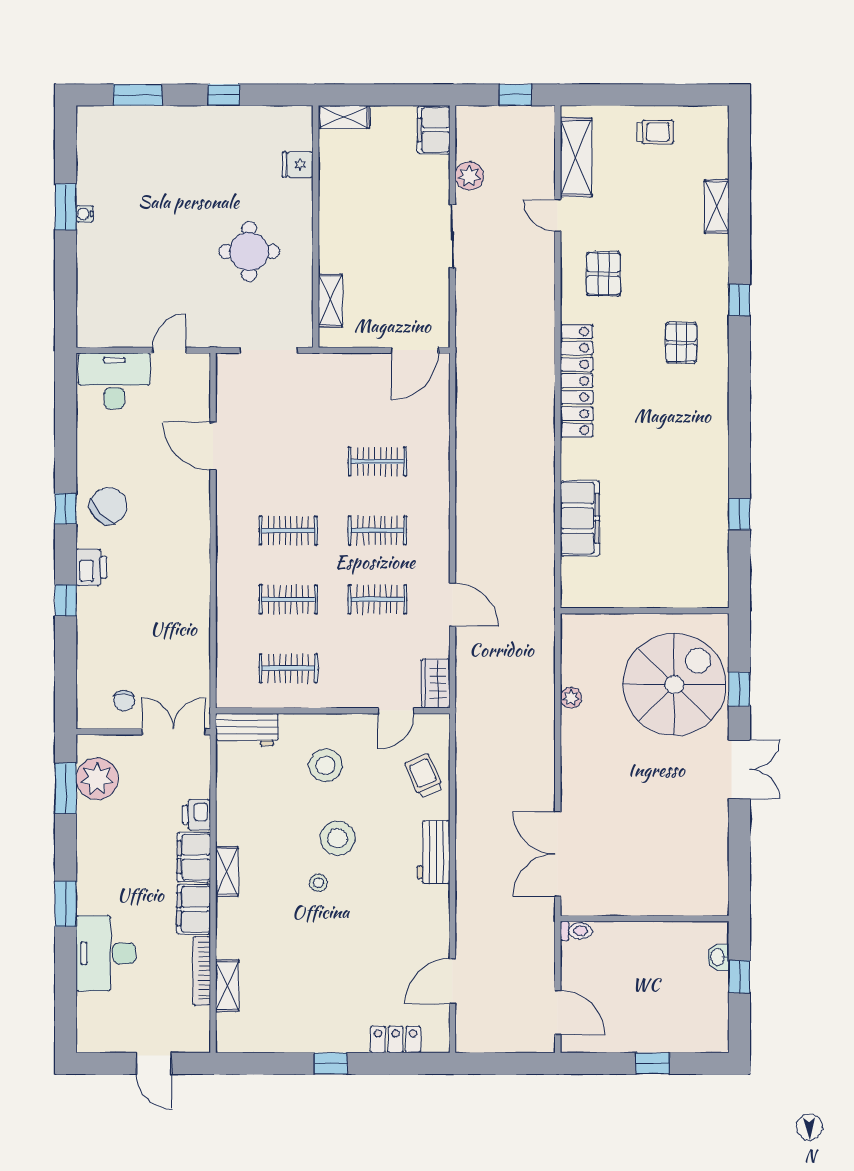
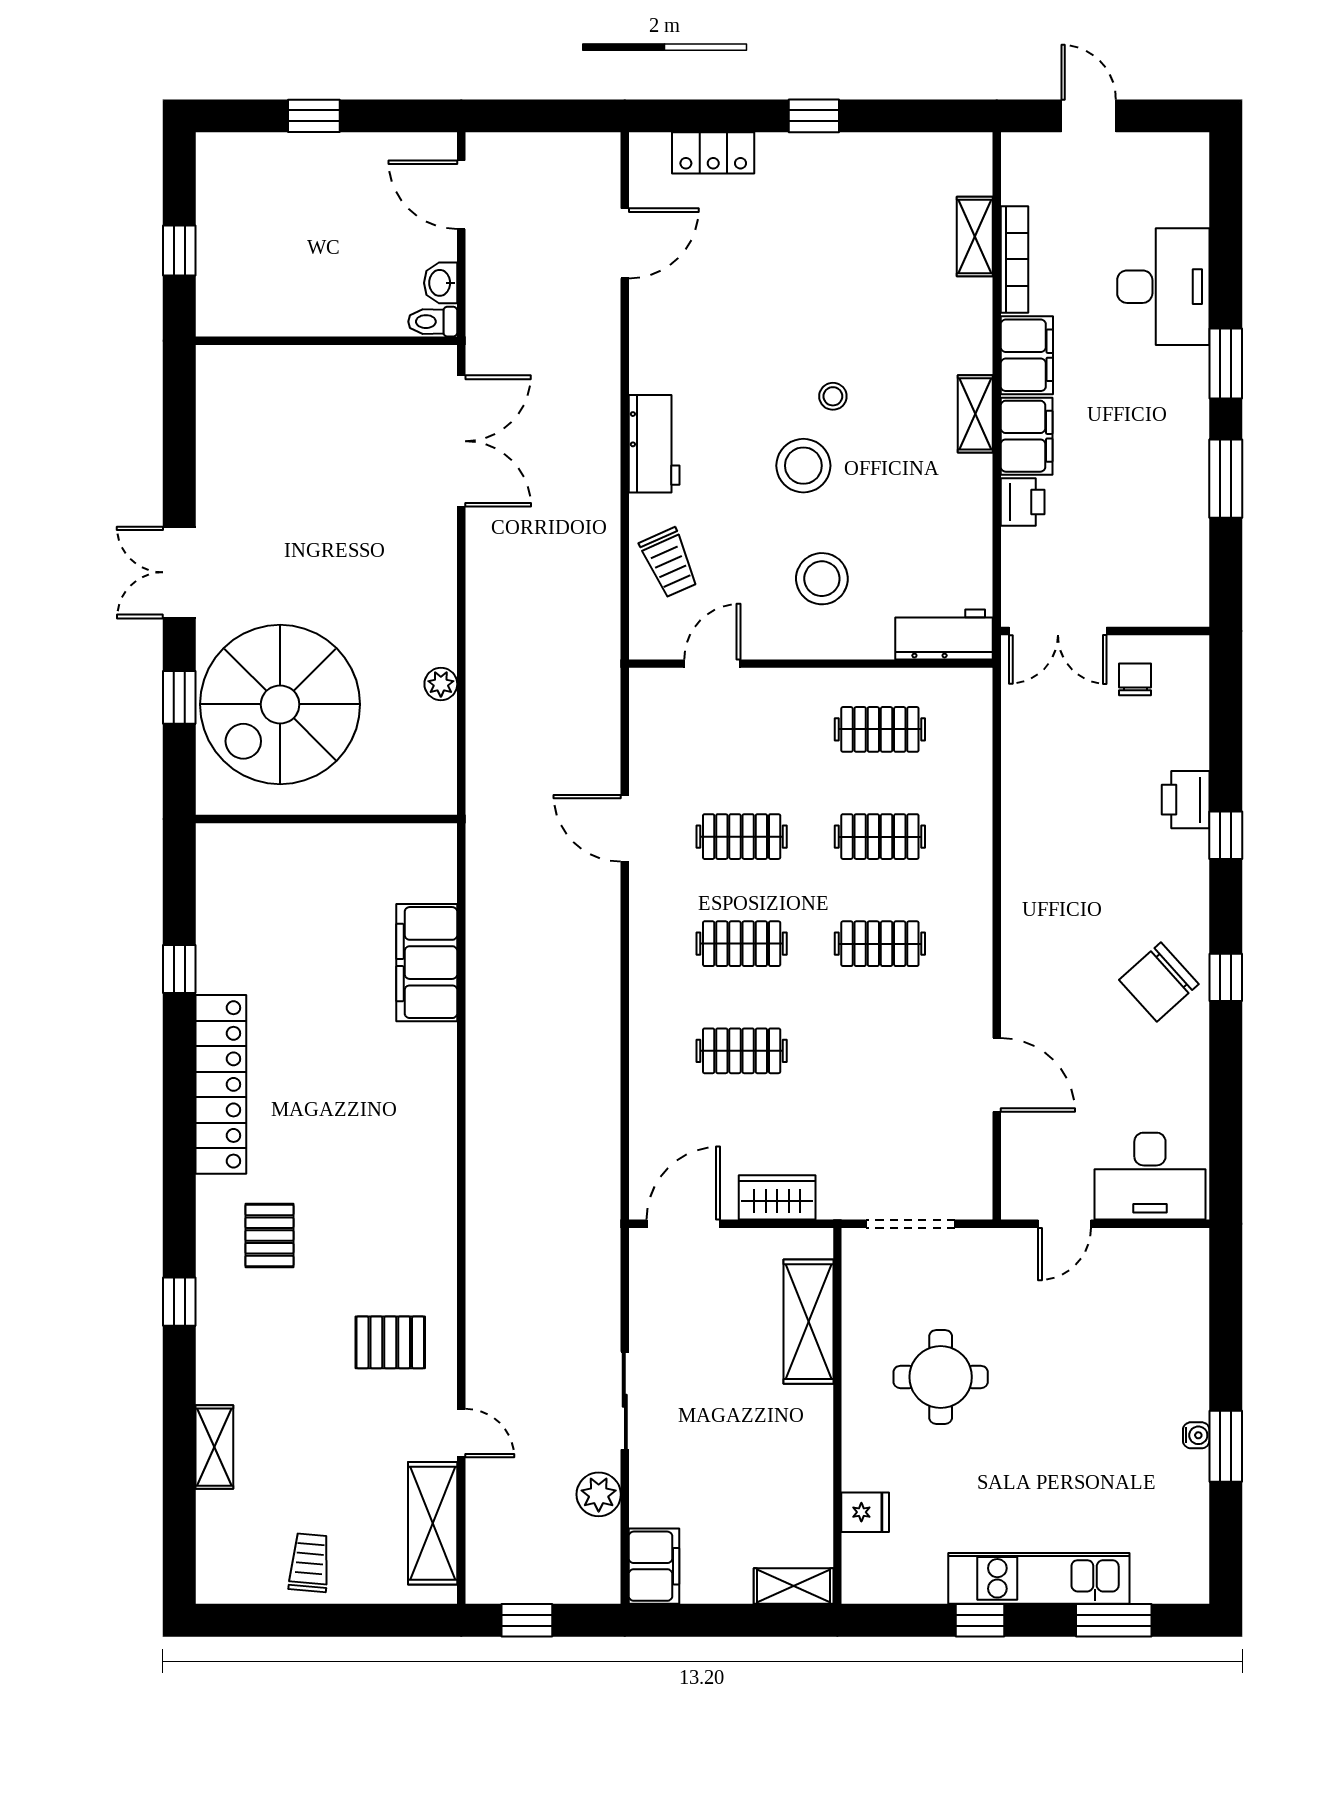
kitchen unit: (186, 122) -> (1039, 1578), added
trolley: (655, 132) -> (309, 1563), turned 95
pallet: (603, 274) -> (390, 1342), turned 90
shelving: (330, 301) -> (808, 1322), width x1.50, depth x1.33
locker: (577, 381) -> (221, 1084), moved, turned 180
printer: (91, 567) -> (1186, 800), moved
wardrobe: (436, 683) -> (777, 1197), moved, turned -90
plant: (97, 779) -> (1177, 558), removed
window: (66, 788) -> (1226, 479), moved
washbasin: (718, 957) -> (441, 283), moved, turned 180

